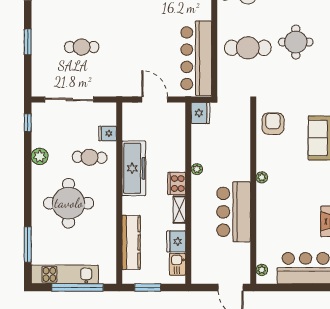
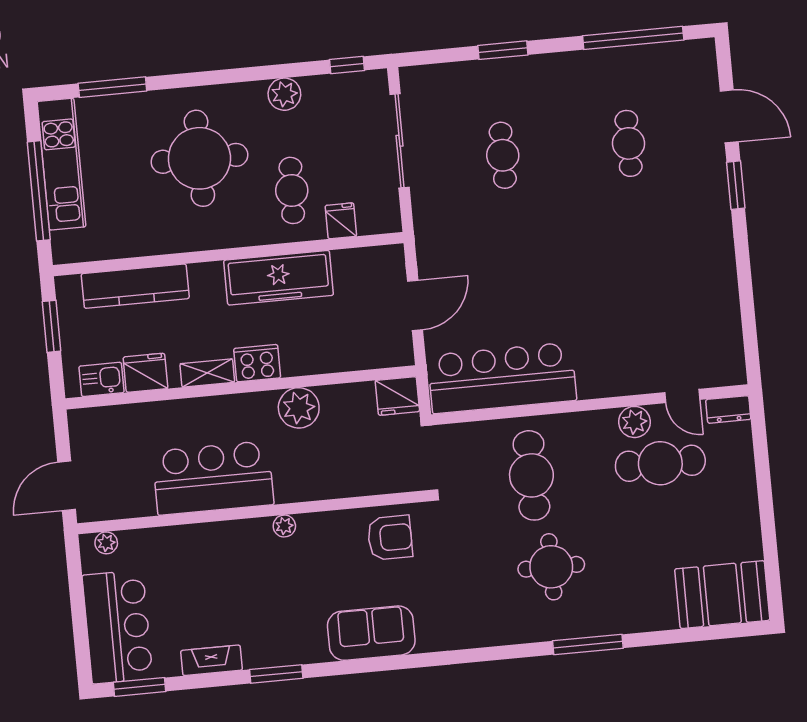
plant: (197, 169) -> (299, 408), width x1.88, depth x1.88

